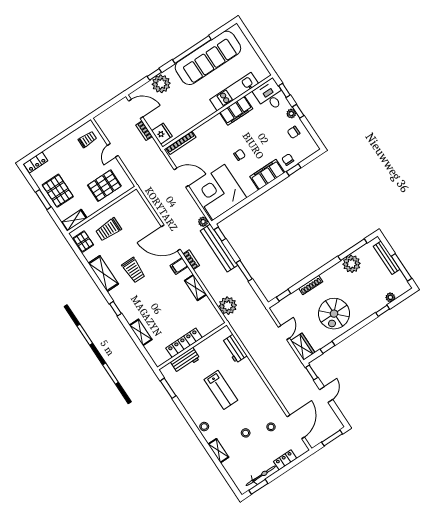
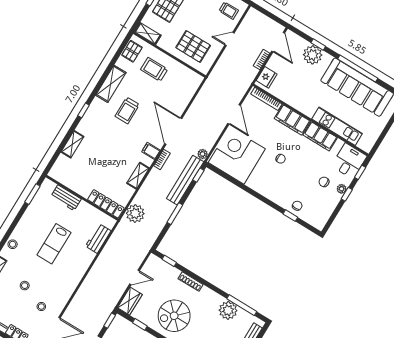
chair: (294, 132) -> (324, 182), moved
filing cabinet: (267, 175) -> (292, 120), moved, turned 180
locker: (184, 343) -> (106, 204), moved

